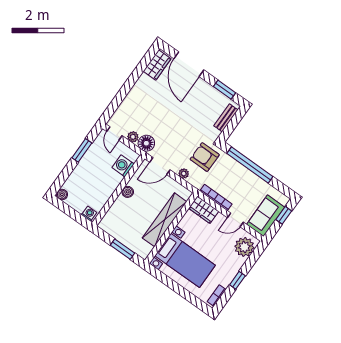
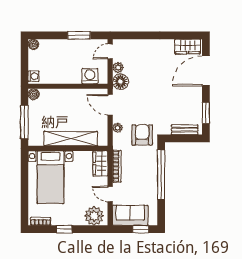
boiler: (128, 192) -> (34, 94), moved
window: (122, 249) -> (24, 122), width x1.44

